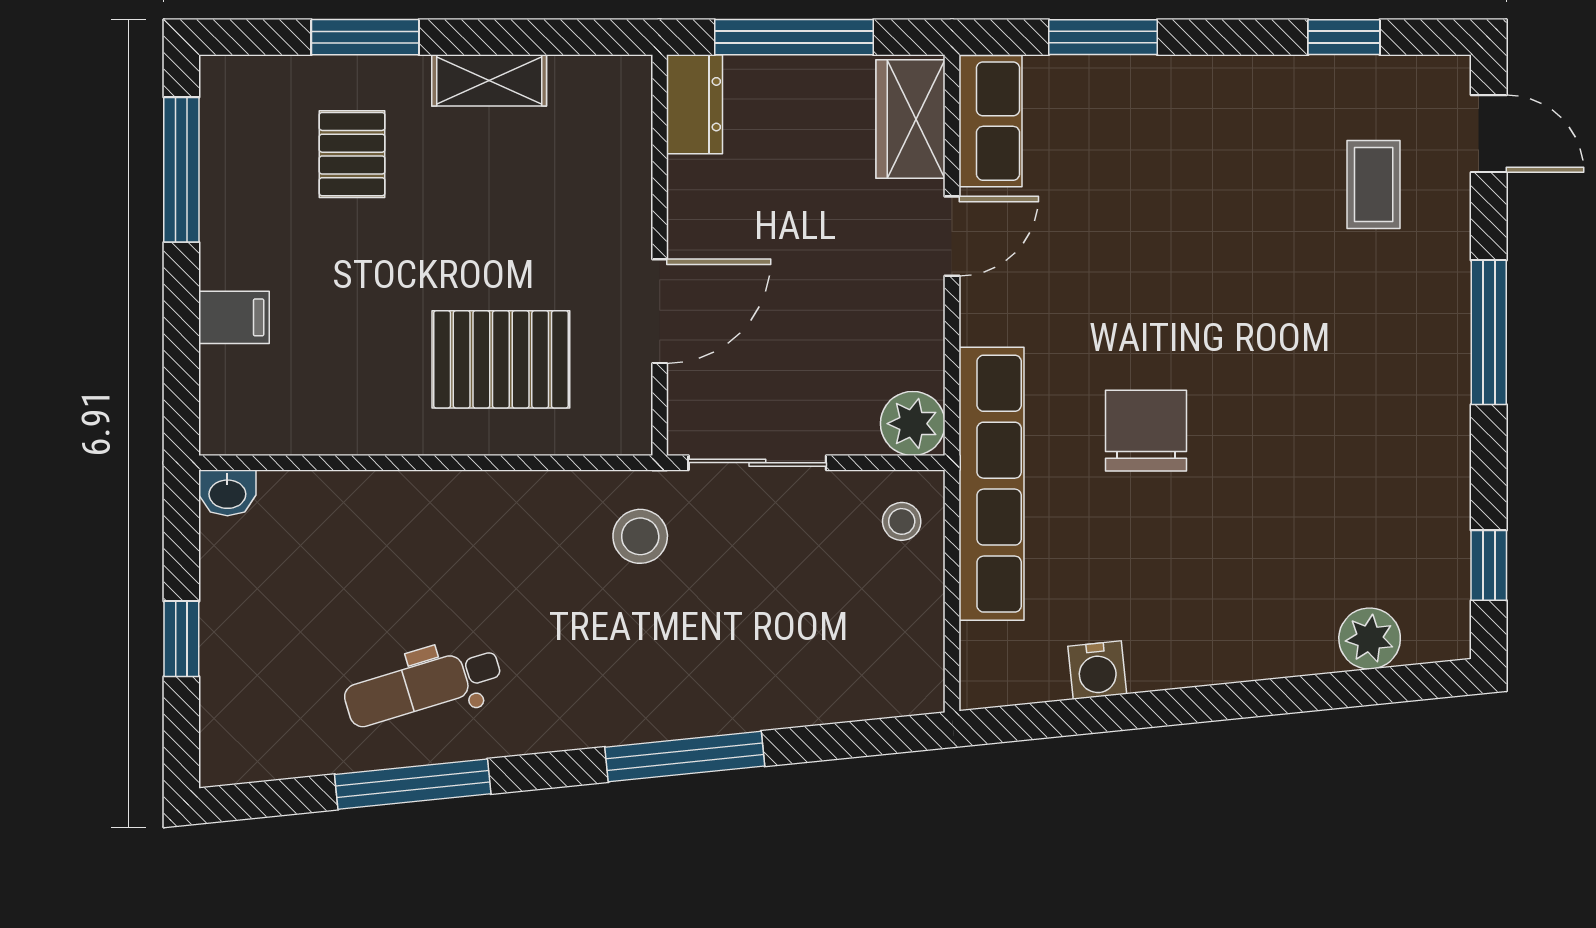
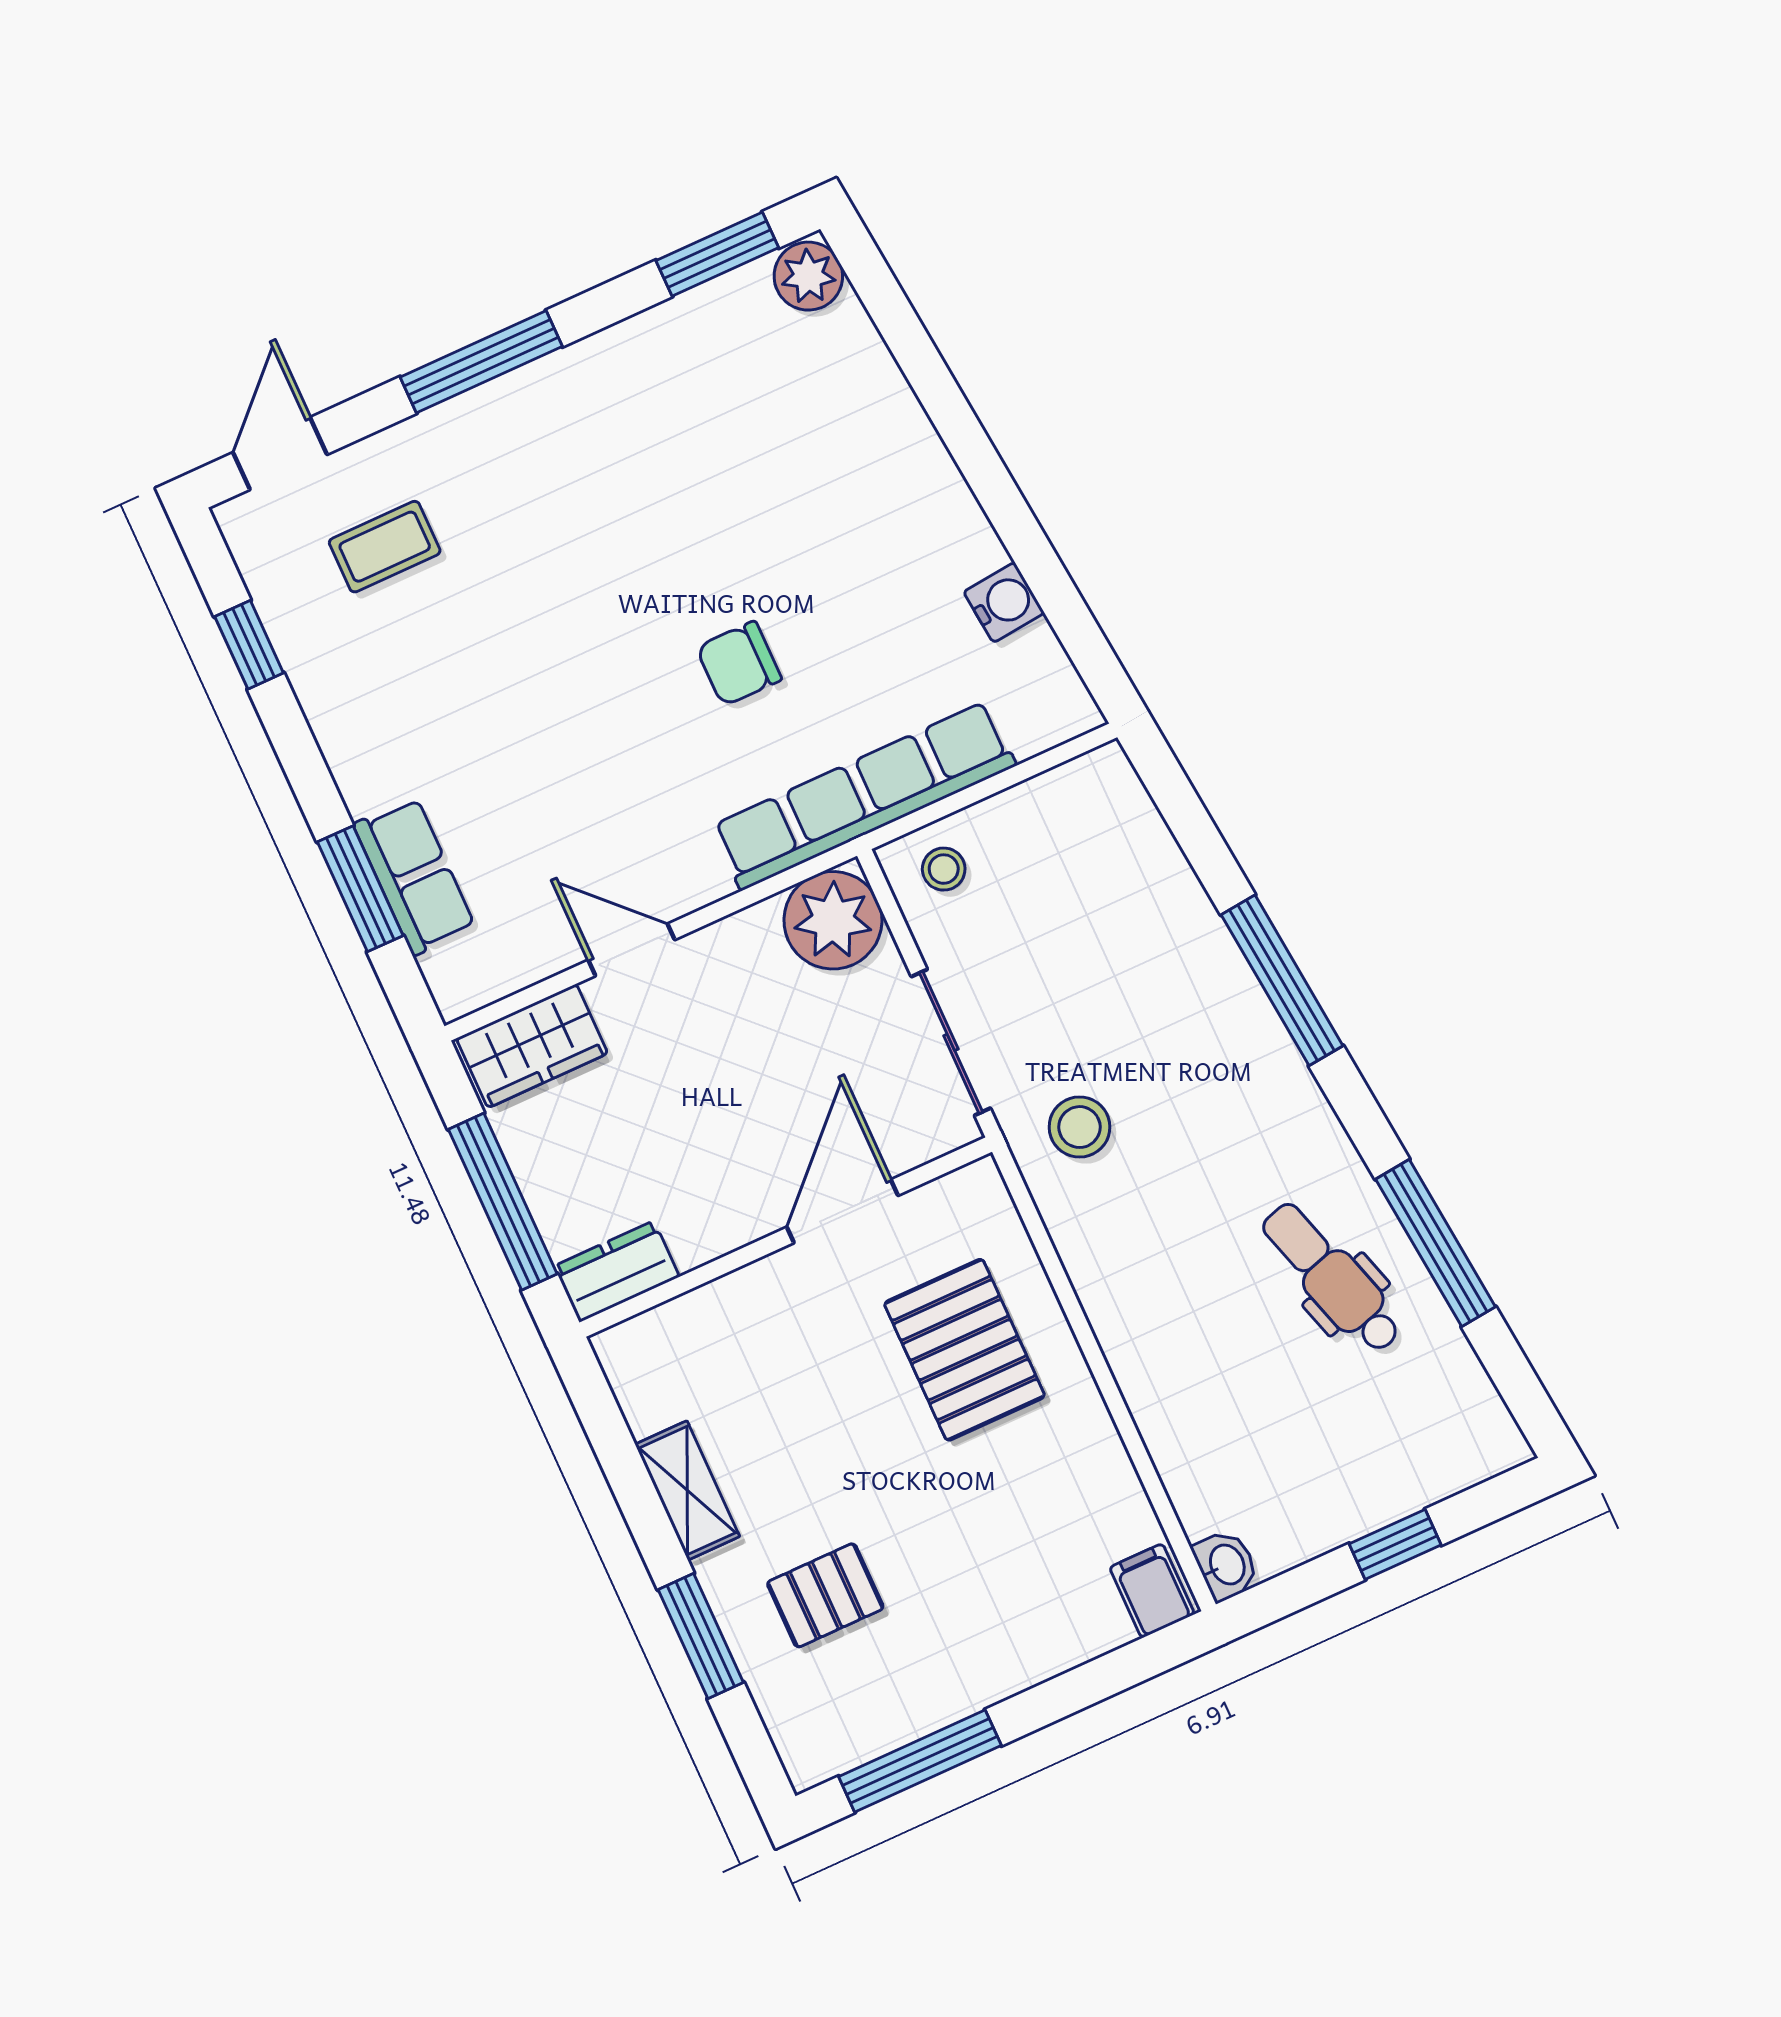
row of seats: (990, 121) -> (414, 876), moved, turned 90
door: (660, 311) -> (842, 1211), hinge flipped
filing cabinet: (234, 317) -> (1152, 1591), moved
plant: (913, 424) -> (833, 920), width x1.36, depth x1.36
chair: (1146, 431) -> (739, 664), width x0.73, depth x0.73
window: (1489, 565) -> (717, 254), width x1.50
plant: (1370, 639) -> (808, 276), moved
dental chair: (423, 686) -> (1332, 1278), turned 180

